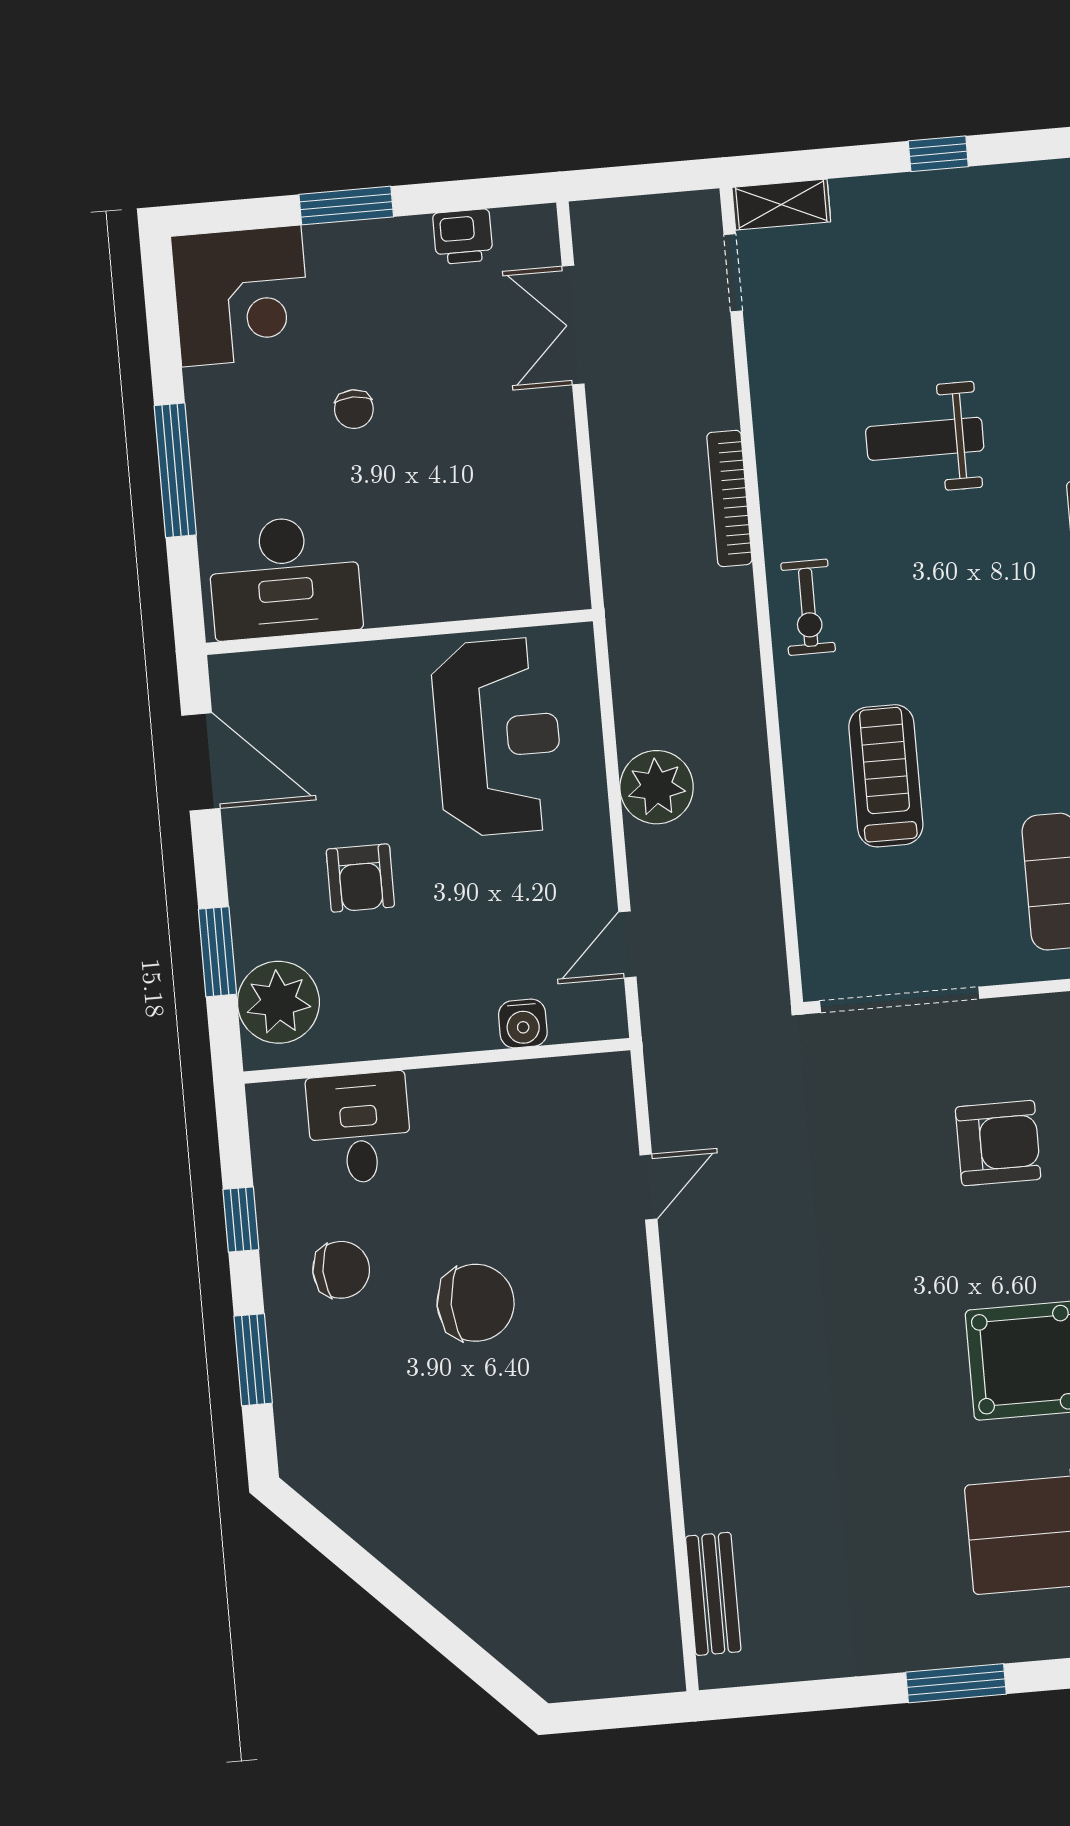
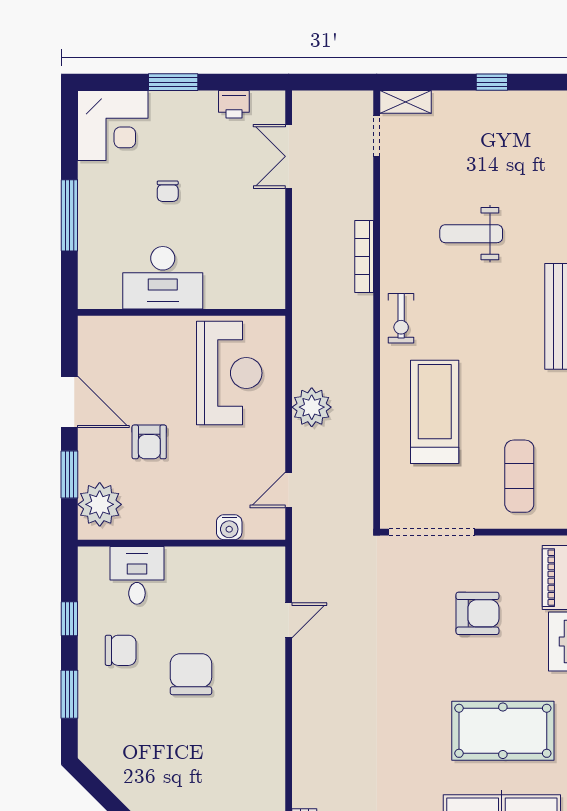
desk: (285, 577) -> (163, 278), moved
door: (201, 762) -> (69, 402), moved
treadmill: (886, 776) -> (435, 412), width x1.37, depth x1.38
chair: (476, 1303) -> (191, 674), turned -90

